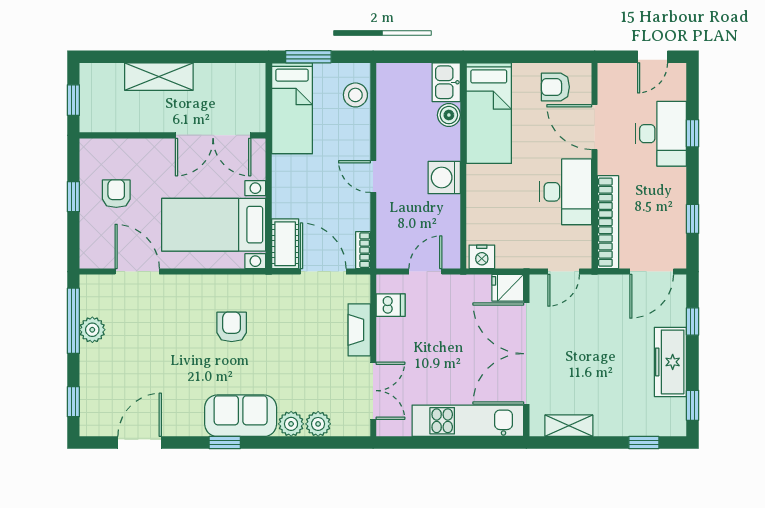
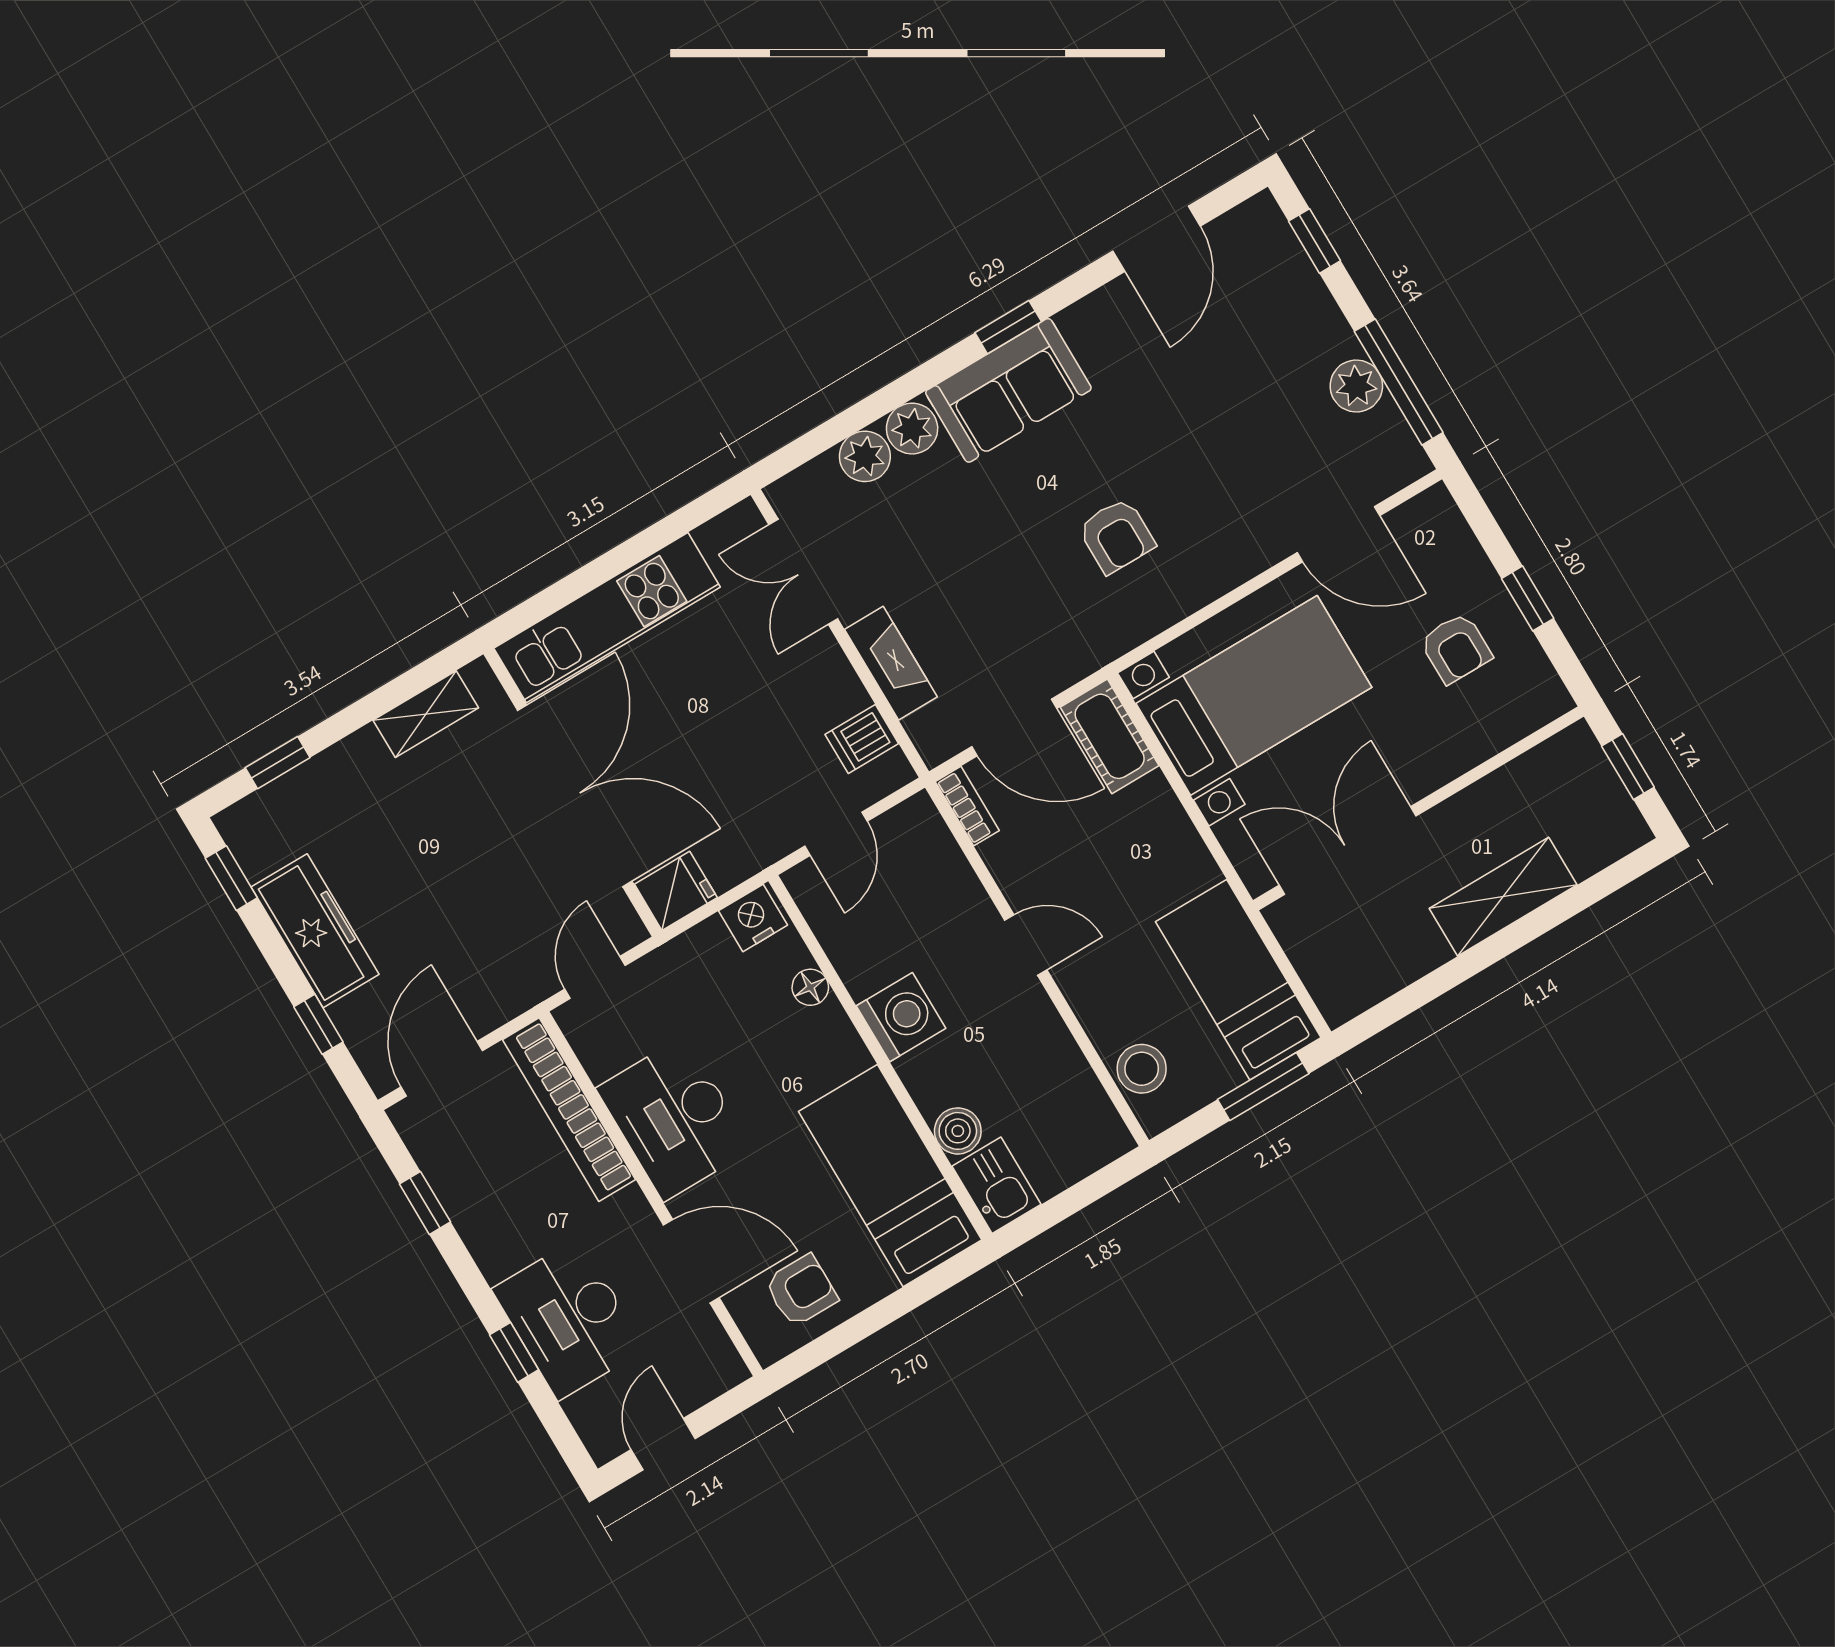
floor lamp: (475, 213) -> (810, 987), added

